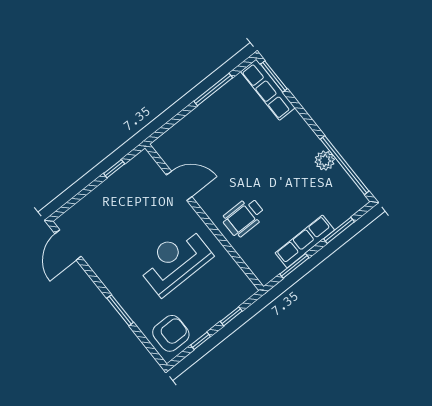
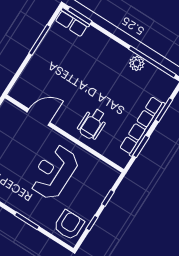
row of seats: (268, 90) -> (72, 22), width x0.68
row of seats: (305, 241) -> (142, 126), width x1.36

